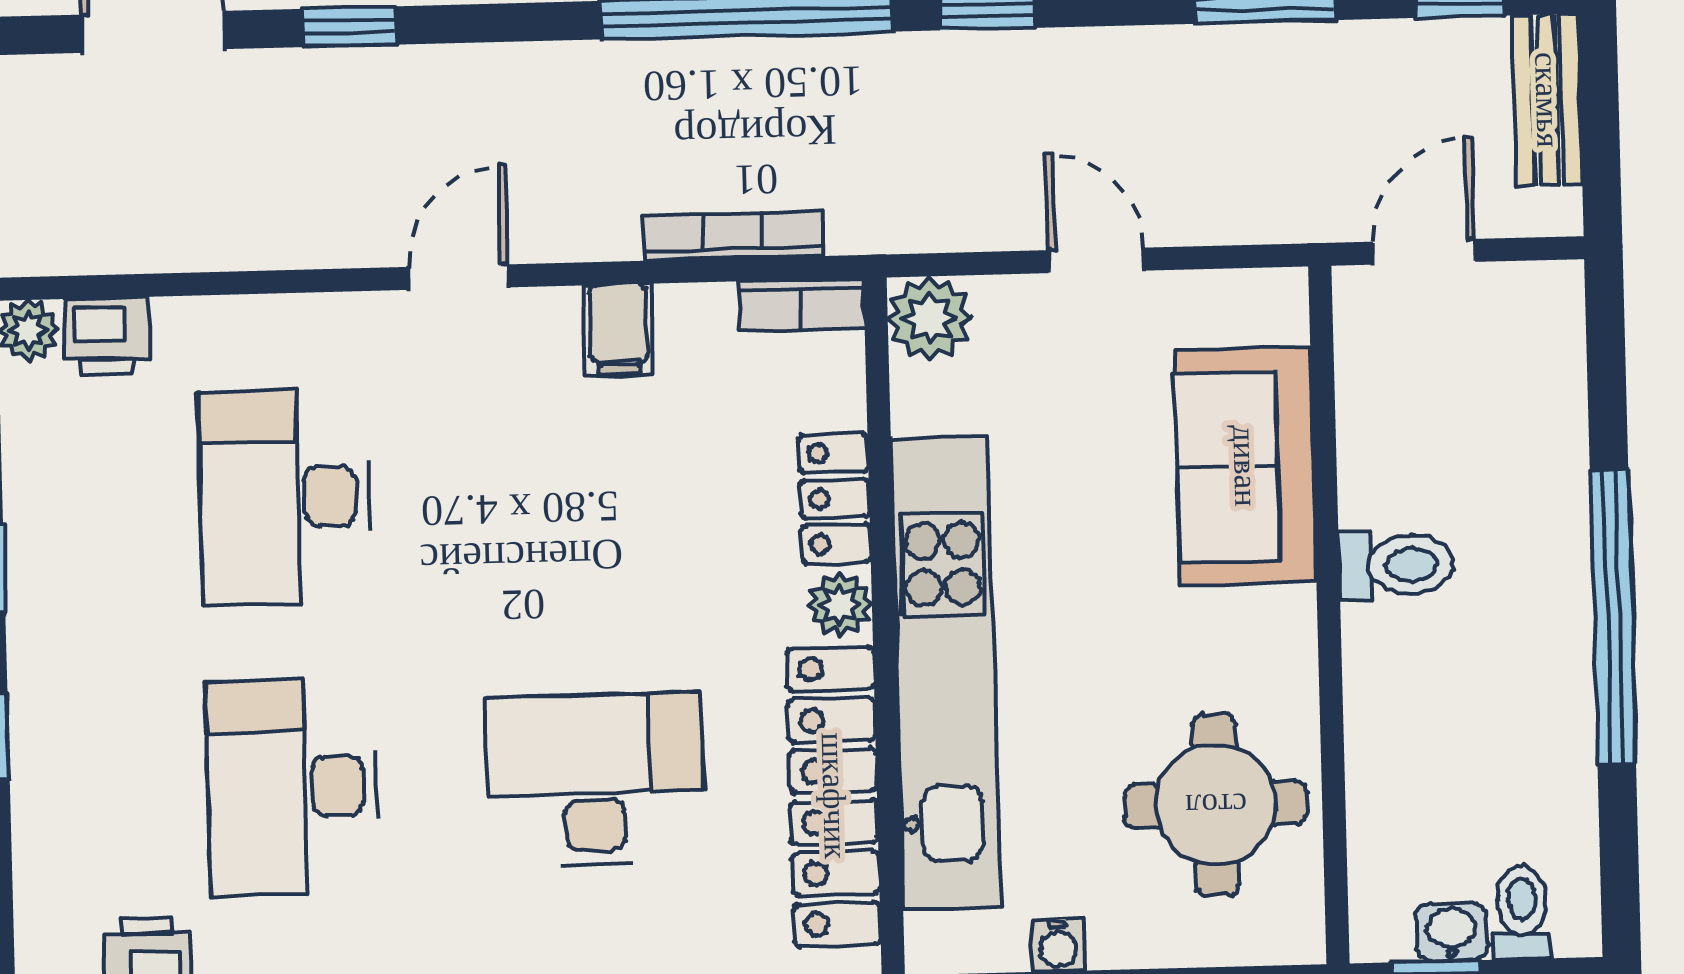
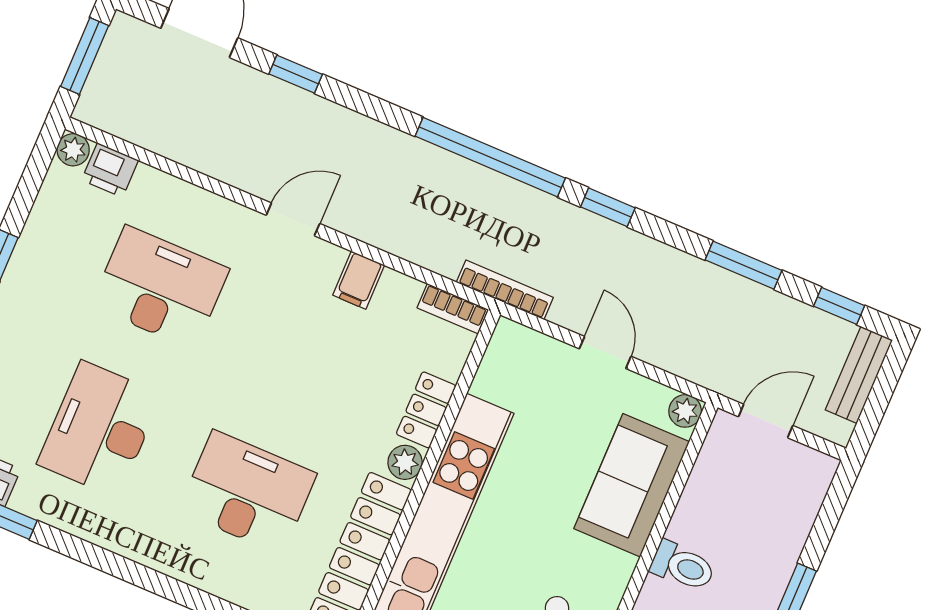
bookcase: (733, 235) -> (505, 290), moved
plant: (930, 318) -> (685, 411), moved, width x0.73, depth x0.73
desk: (285, 497) -> (160, 287), turned 90

